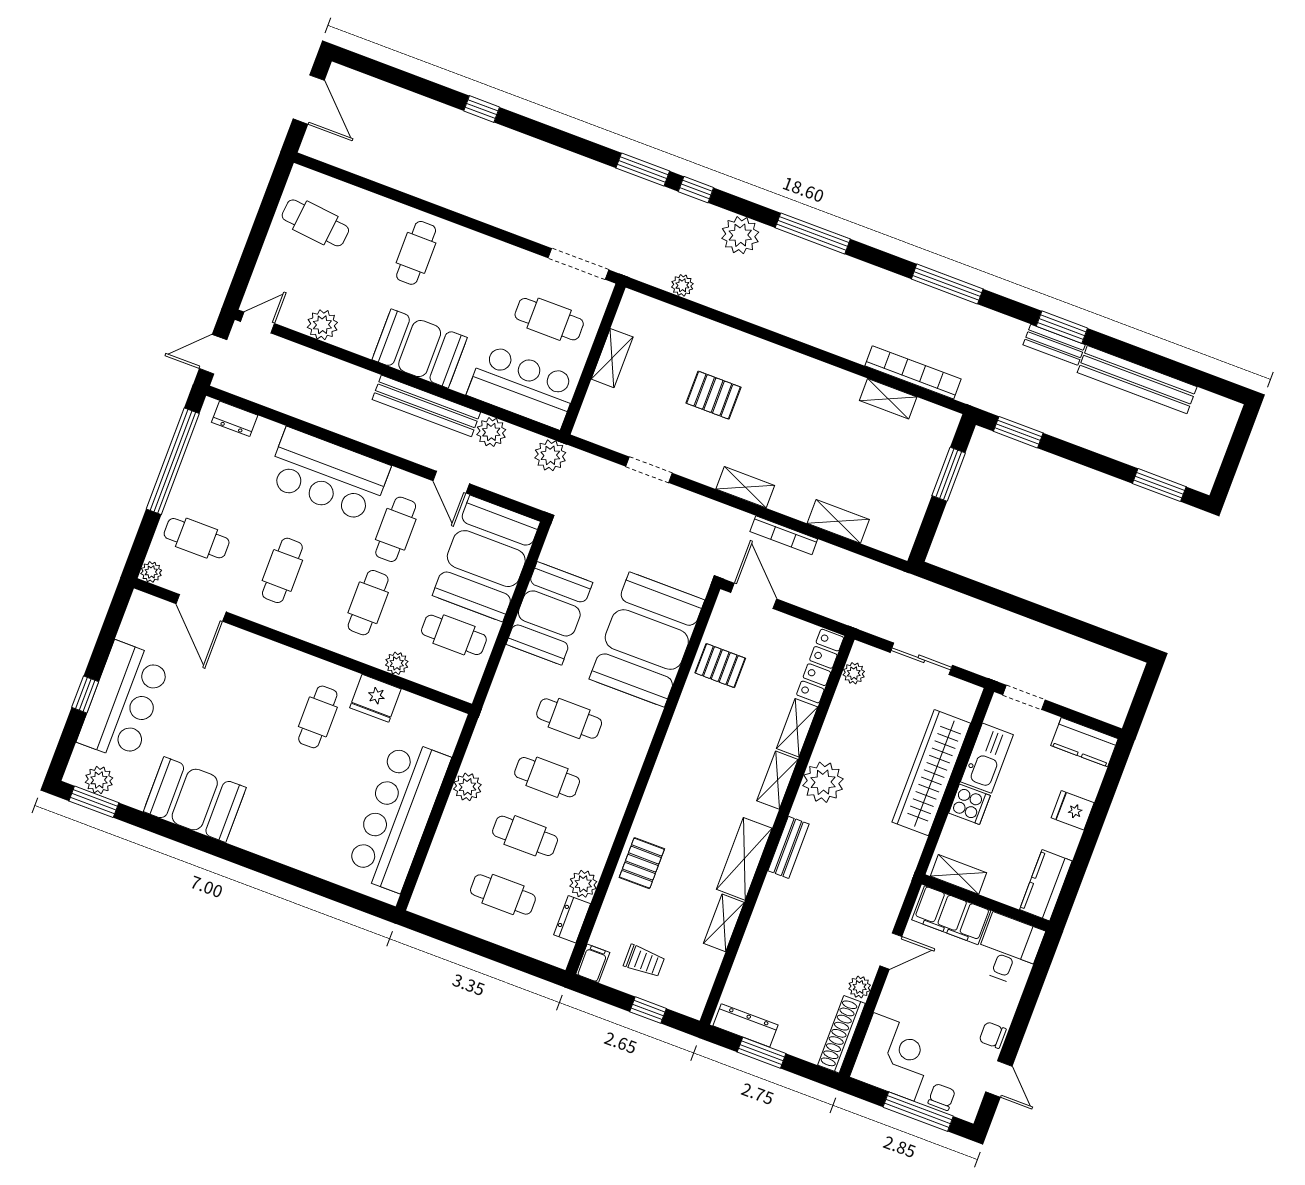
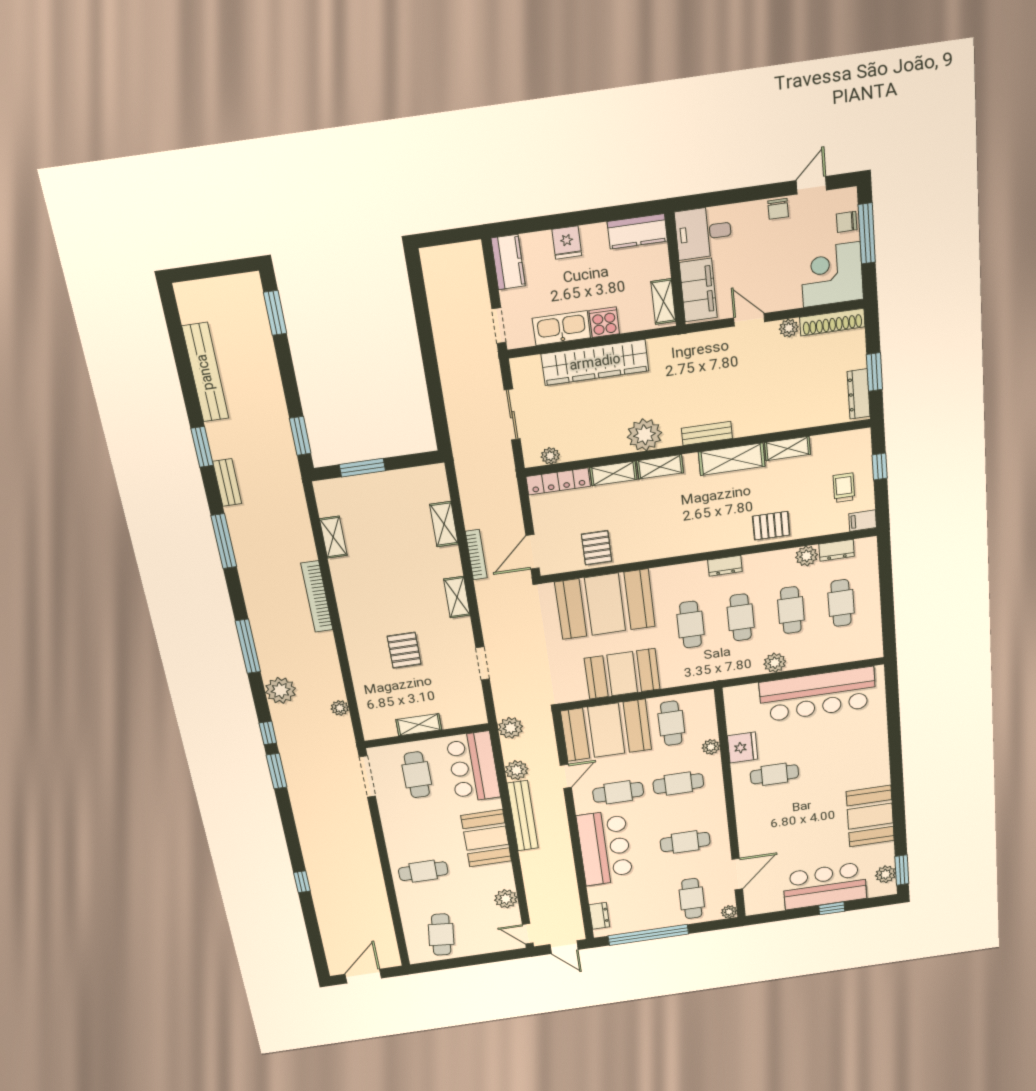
bench: (1054, 345) -> (227, 482), moved
bookcase: (913, 372) -> (317, 597), moved
dresser: (621, 791) -> (725, 566), added

